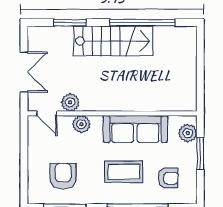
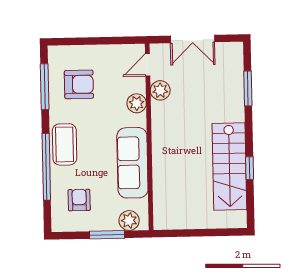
window: (142, 23) -> (250, 168), width x0.32
stairs: (113, 41) -> (229, 167), moved
coffee table: (124, 172) -> (65, 144), moved
armchair: (168, 178) -> (79, 200), turned 180

